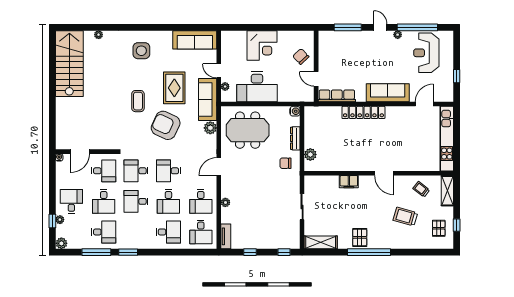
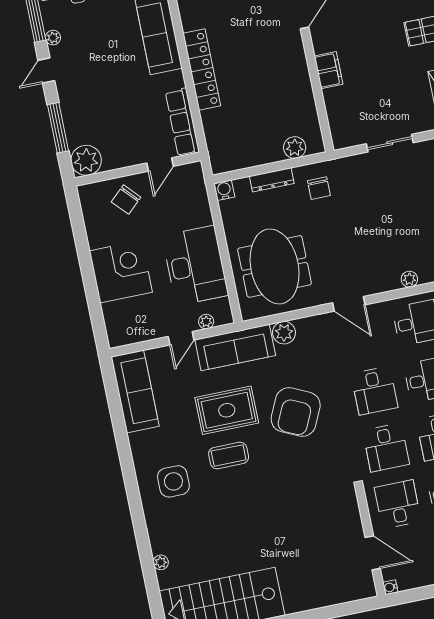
plant: (327, 39) -> (86, 160), added
coffee table: (138, 101) -> (229, 455), moved

